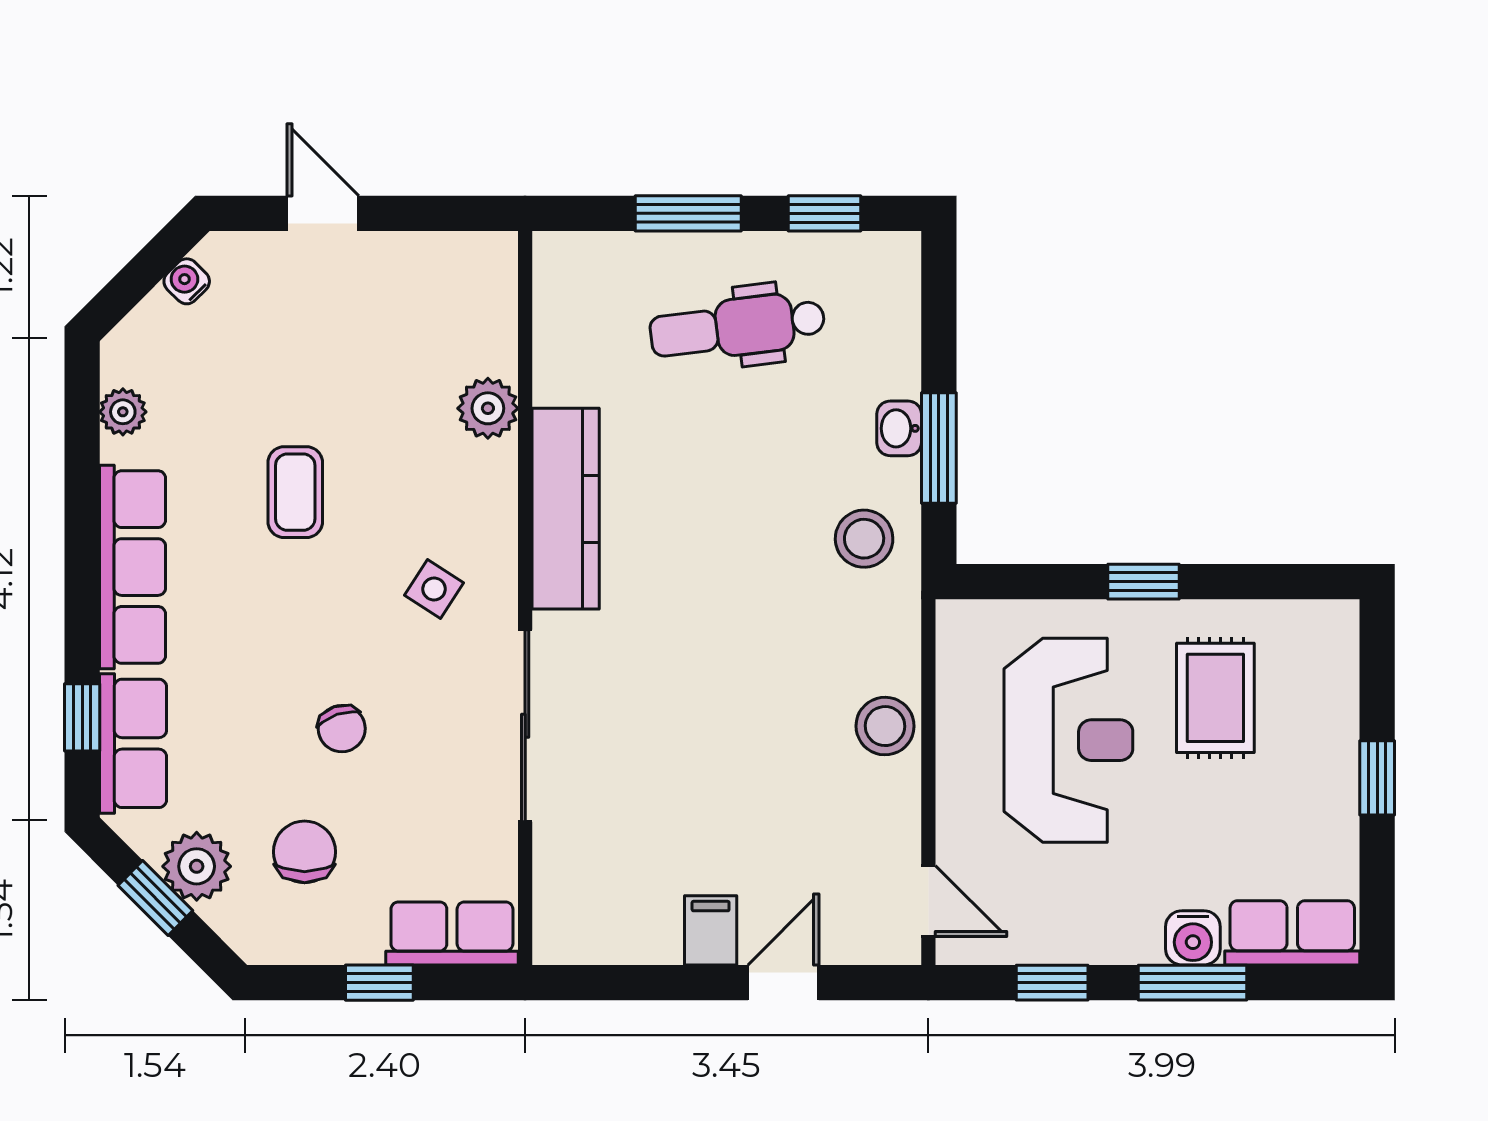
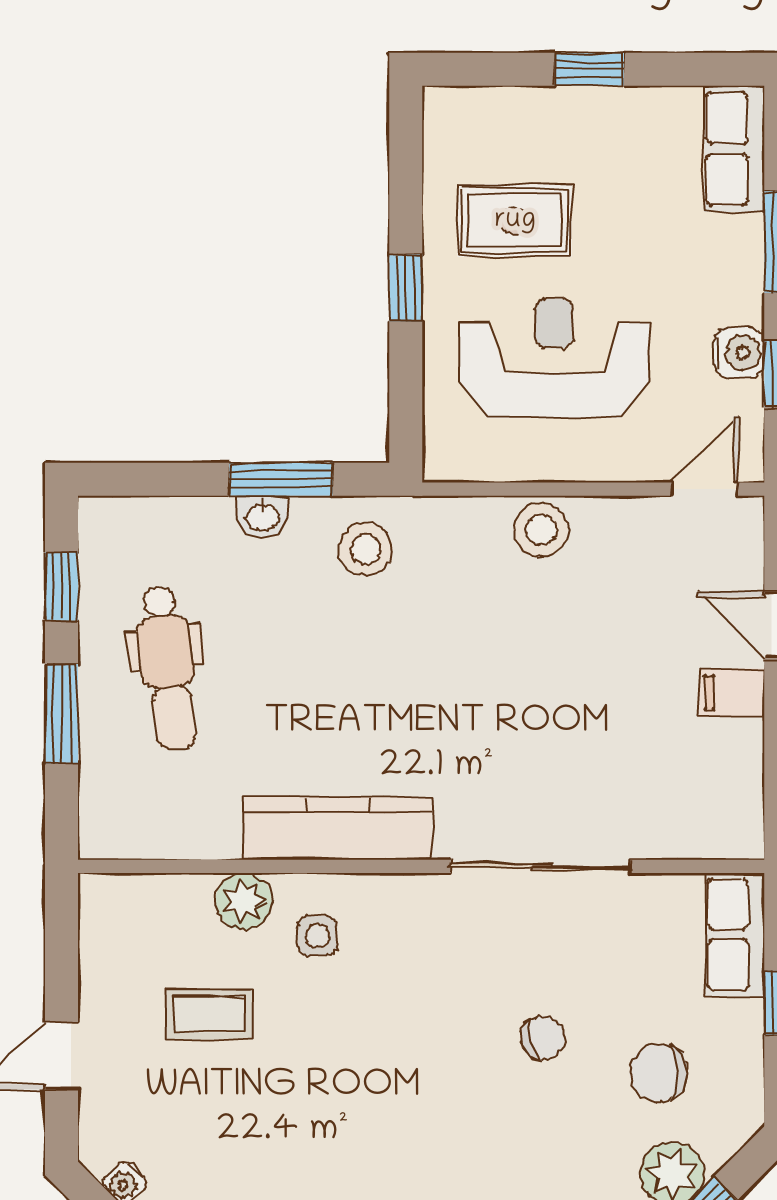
coffee table: (295, 492) -> (209, 1014), moved
side table: (434, 589) -> (317, 936), moved, turned -33
water cooler: (1193, 938) -> (739, 353), moved

